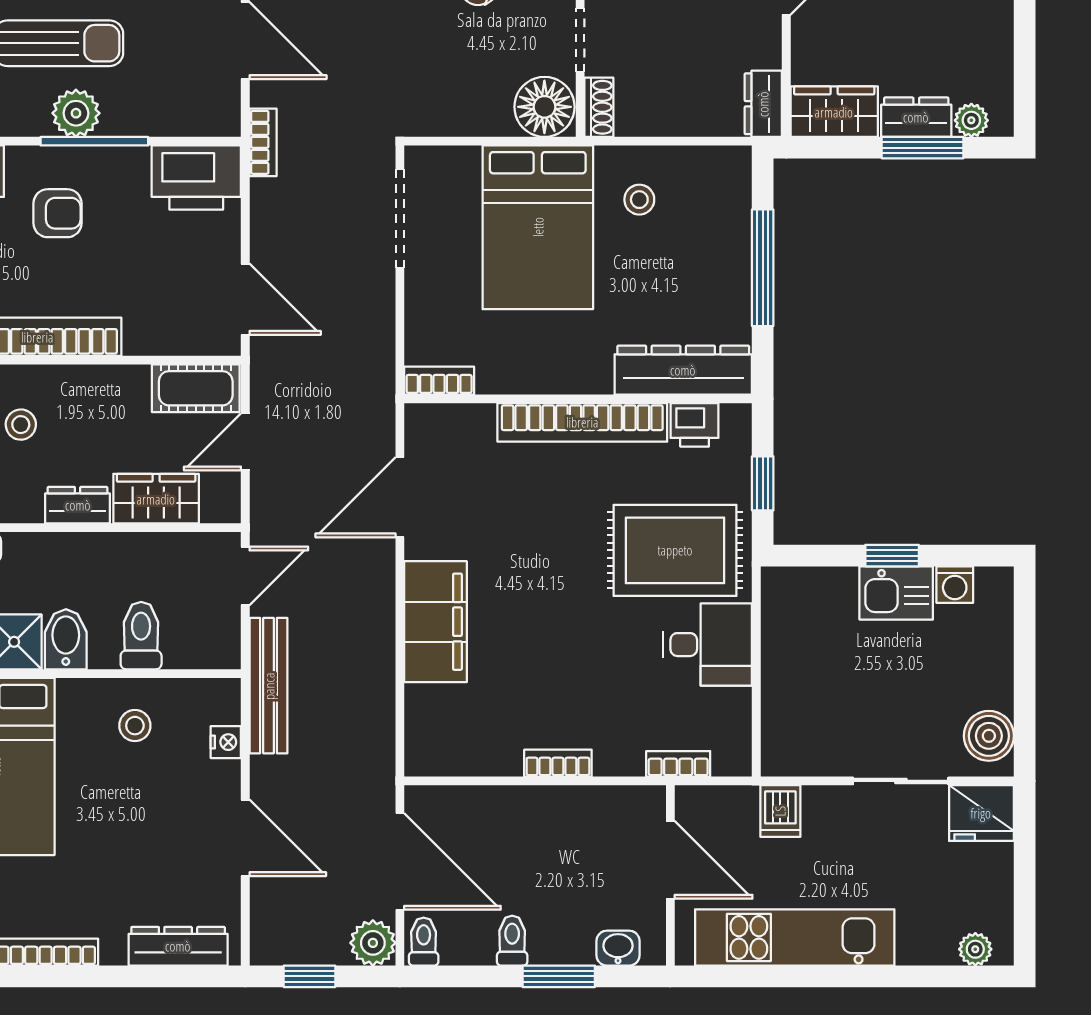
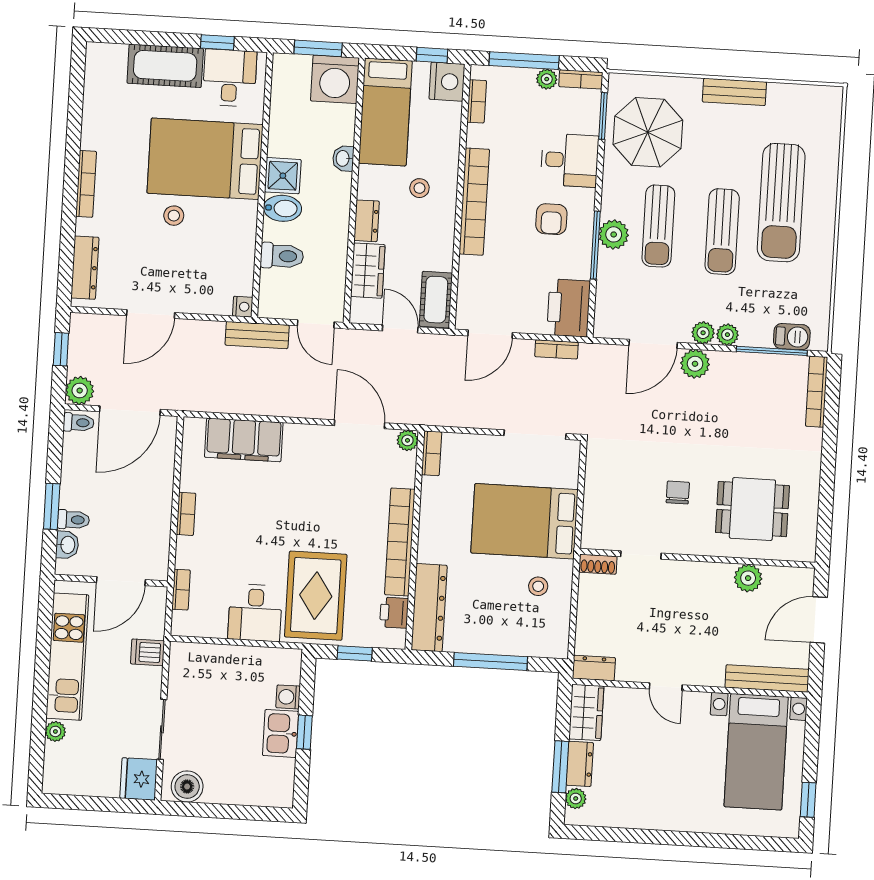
floor lamp: (544, 107) -> (600, 530), removed
bookcase: (263, 142) -> (556, 349), moved
plant: (421, 420) -> (407, 440), added
washing machine: (955, 585) -> (288, 697), moved
filing cabinet: (435, 622) -> (244, 440), moved
bench: (269, 686) -> (257, 335), width x0.73
stool: (135, 726) -> (174, 216), moved
nightstand: (226, 742) -> (243, 307), moved, turned -90
toilet: (512, 941) -> (73, 520), moved
plant: (975, 949) -> (55, 731), moved

